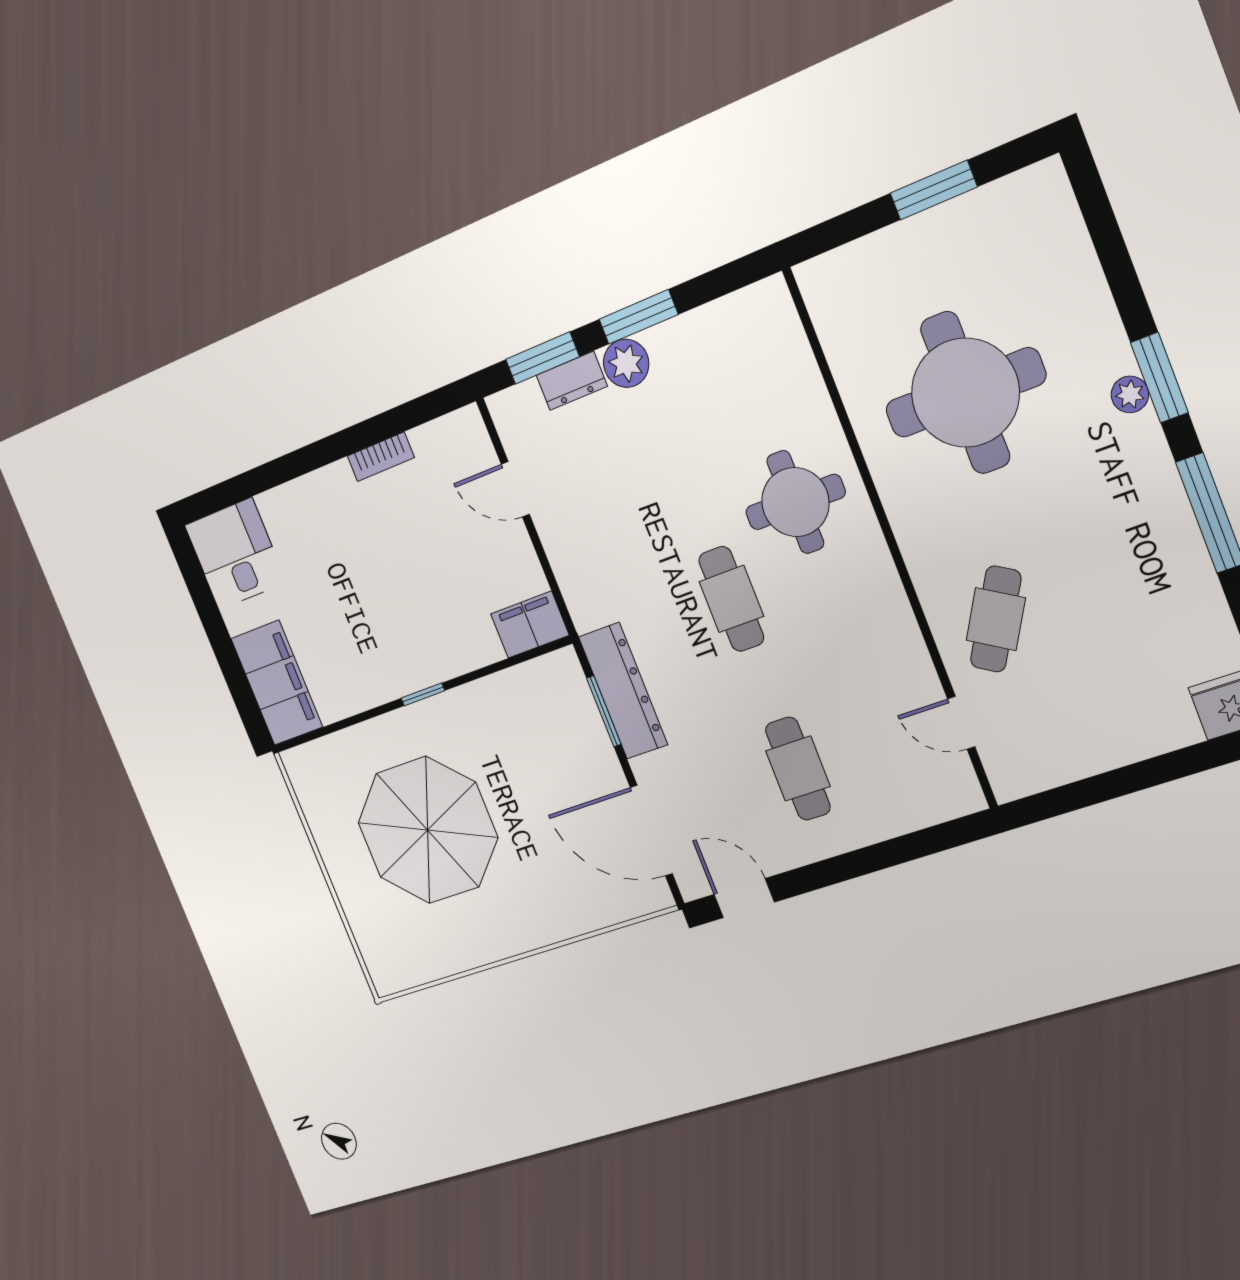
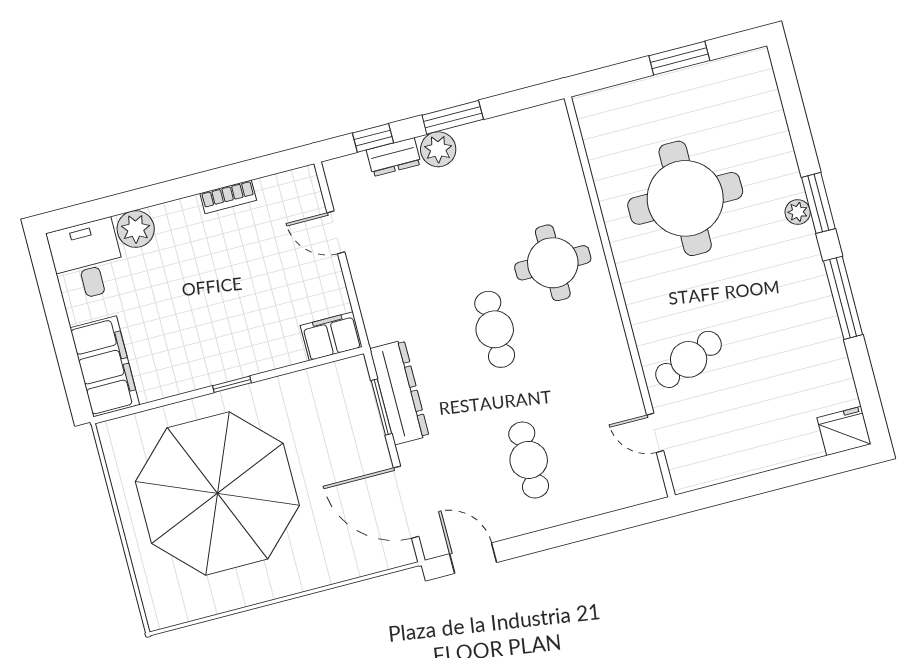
window: (542, 358) -> (373, 138), width x0.67
plant: (282, 509) -> (136, 229), added
cafe table: (996, 619) -> (689, 359), turned 36
parasol: (427, 830) -> (217, 493), width x1.36, depth x1.36

